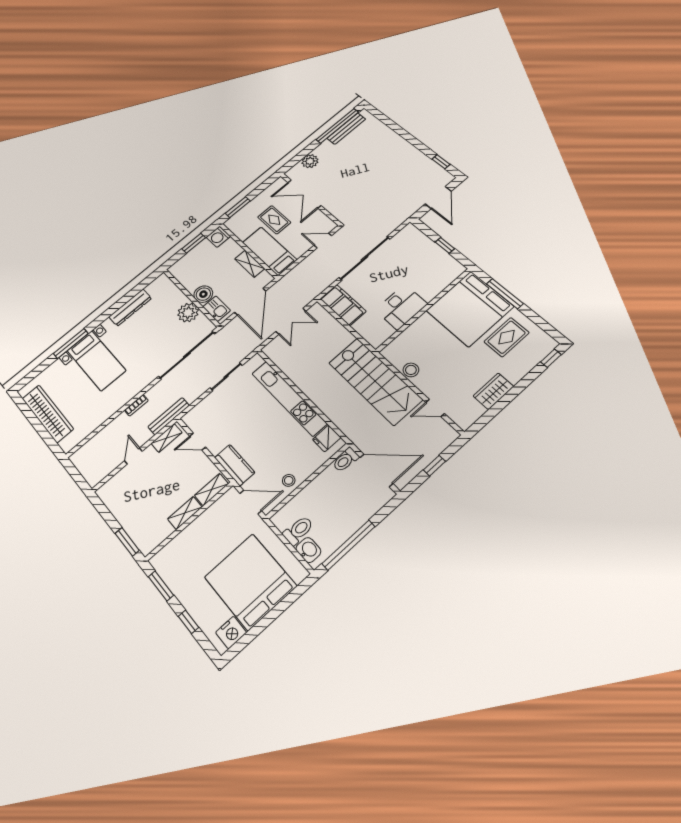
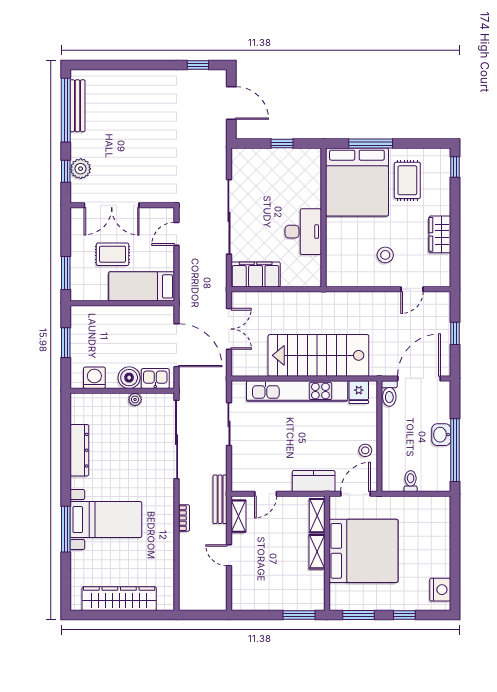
window: (301, 156) -> (66, 171), added
washing machine: (218, 237) -> (94, 378), moved, turned 180
shelving: (250, 264) -> (138, 314), removed
plant: (188, 313) -> (135, 399), width x0.53, depth x0.53
stool: (411, 370) -> (385, 255), moved
stairs: (375, 381) -> (318, 355), moved, turned 180
toilet: (298, 530) -> (411, 481), width x0.73, depth x0.72
washbasin: (308, 550) -> (441, 435), moved, turned -90
bed: (250, 582) -> (363, 551), moved, turned 180

